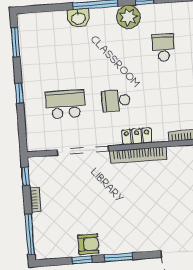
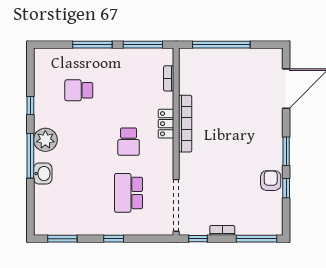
plant: (128, 17) -> (45, 140), moved
doorway: (83, 150) -> (176, 205), moved

